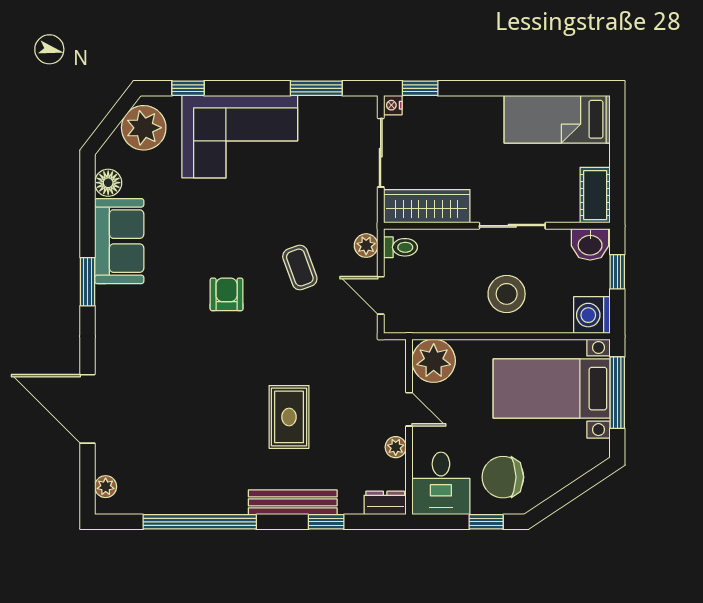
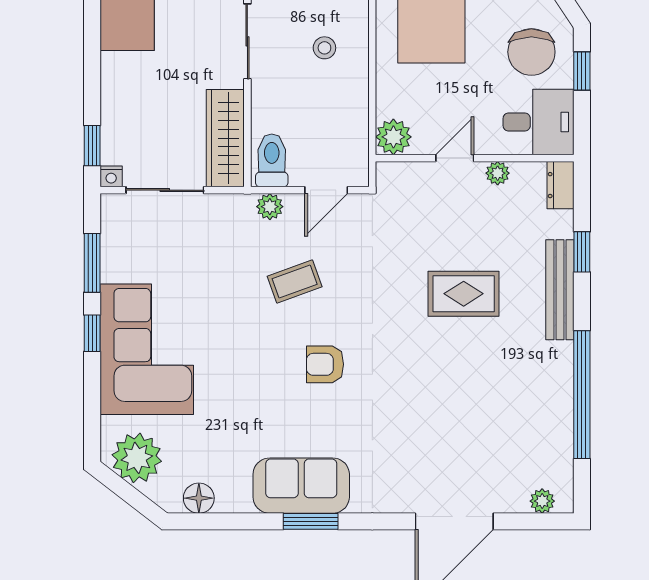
window: (188, 88) -> (92, 333), moved
sofa: (119, 241) -> (301, 486), moved
toilet: (401, 247) -> (272, 160), width x1.37, depth x1.39
stool: (507, 294) -> (324, 48), width x0.53, depth x0.53
plant: (434, 361) -> (393, 137), width x0.73, depth x0.73

